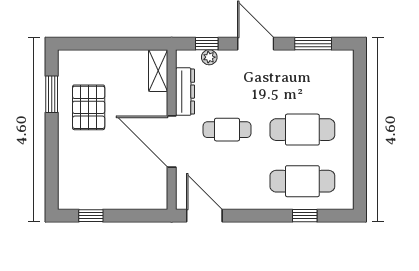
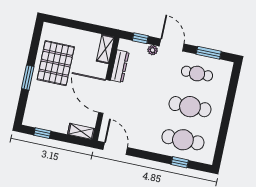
plant: (209, 57) -> (153, 50), moved
window: (52, 94) -> (28, 78), moved
pallet: (89, 107) -> (56, 63), width x1.37, depth x1.41
cafe table: (227, 130) -> (197, 74), moved
shelving: (148, 201) -> (81, 131), added

